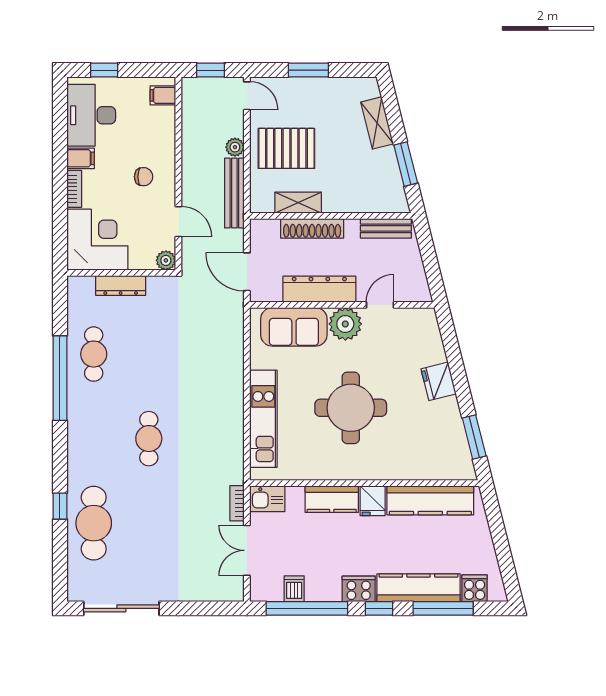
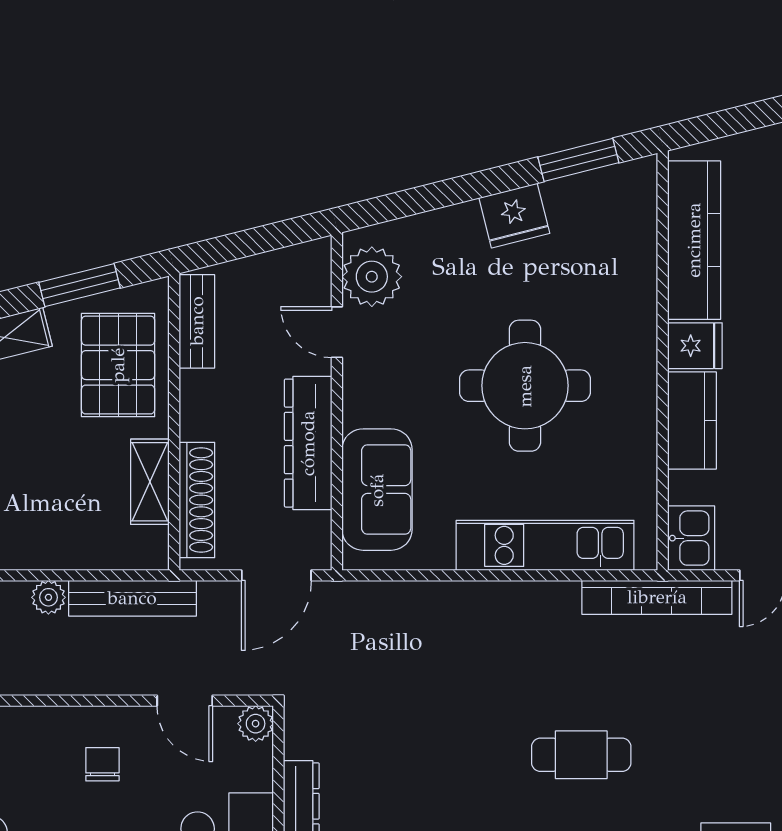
pallet: (286, 148) -> (118, 365), moved
door: (178, 222) -> (185, 701), swing flipped
shoe rack: (312, 228) -> (197, 500), moved
plant: (345, 324) -> (372, 277), moved
fridge: (439, 381) -> (514, 216), moved
bookcase: (237, 503) -> (657, 597), width x2.31, depth x1.31

